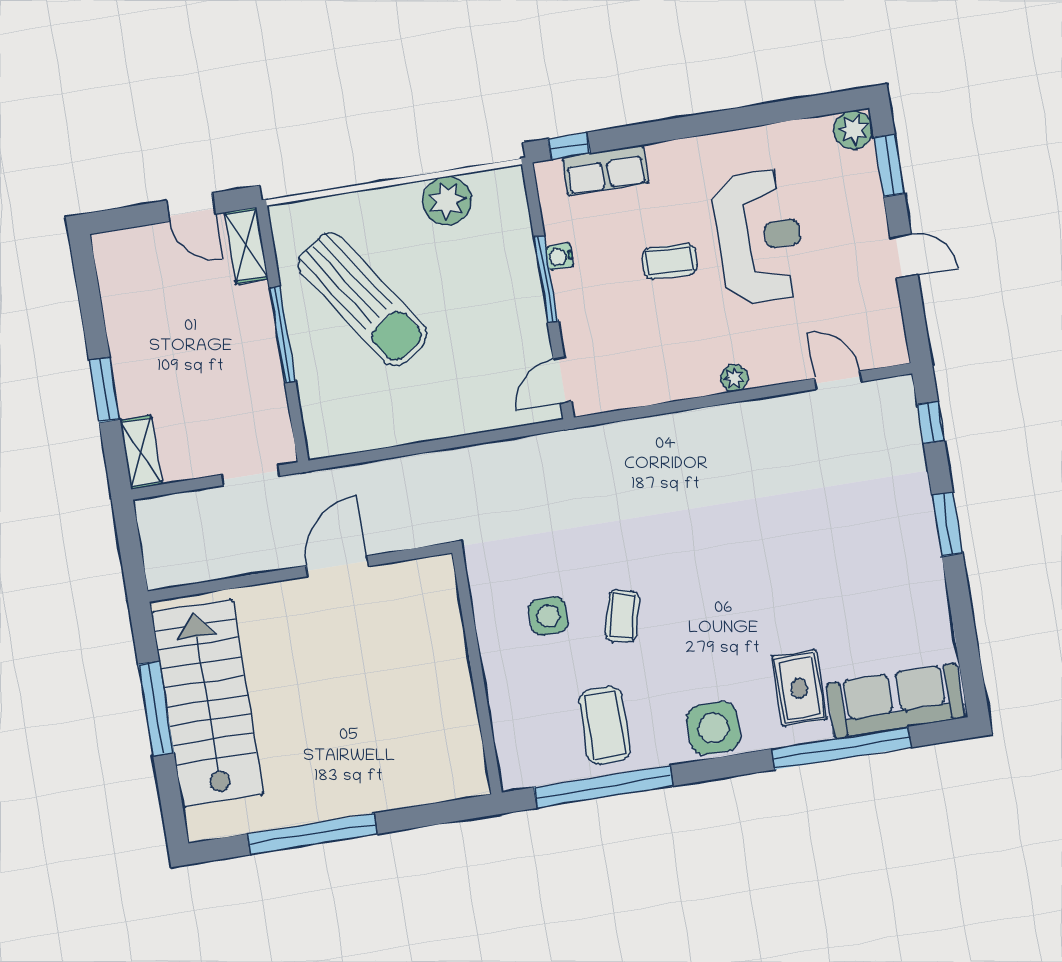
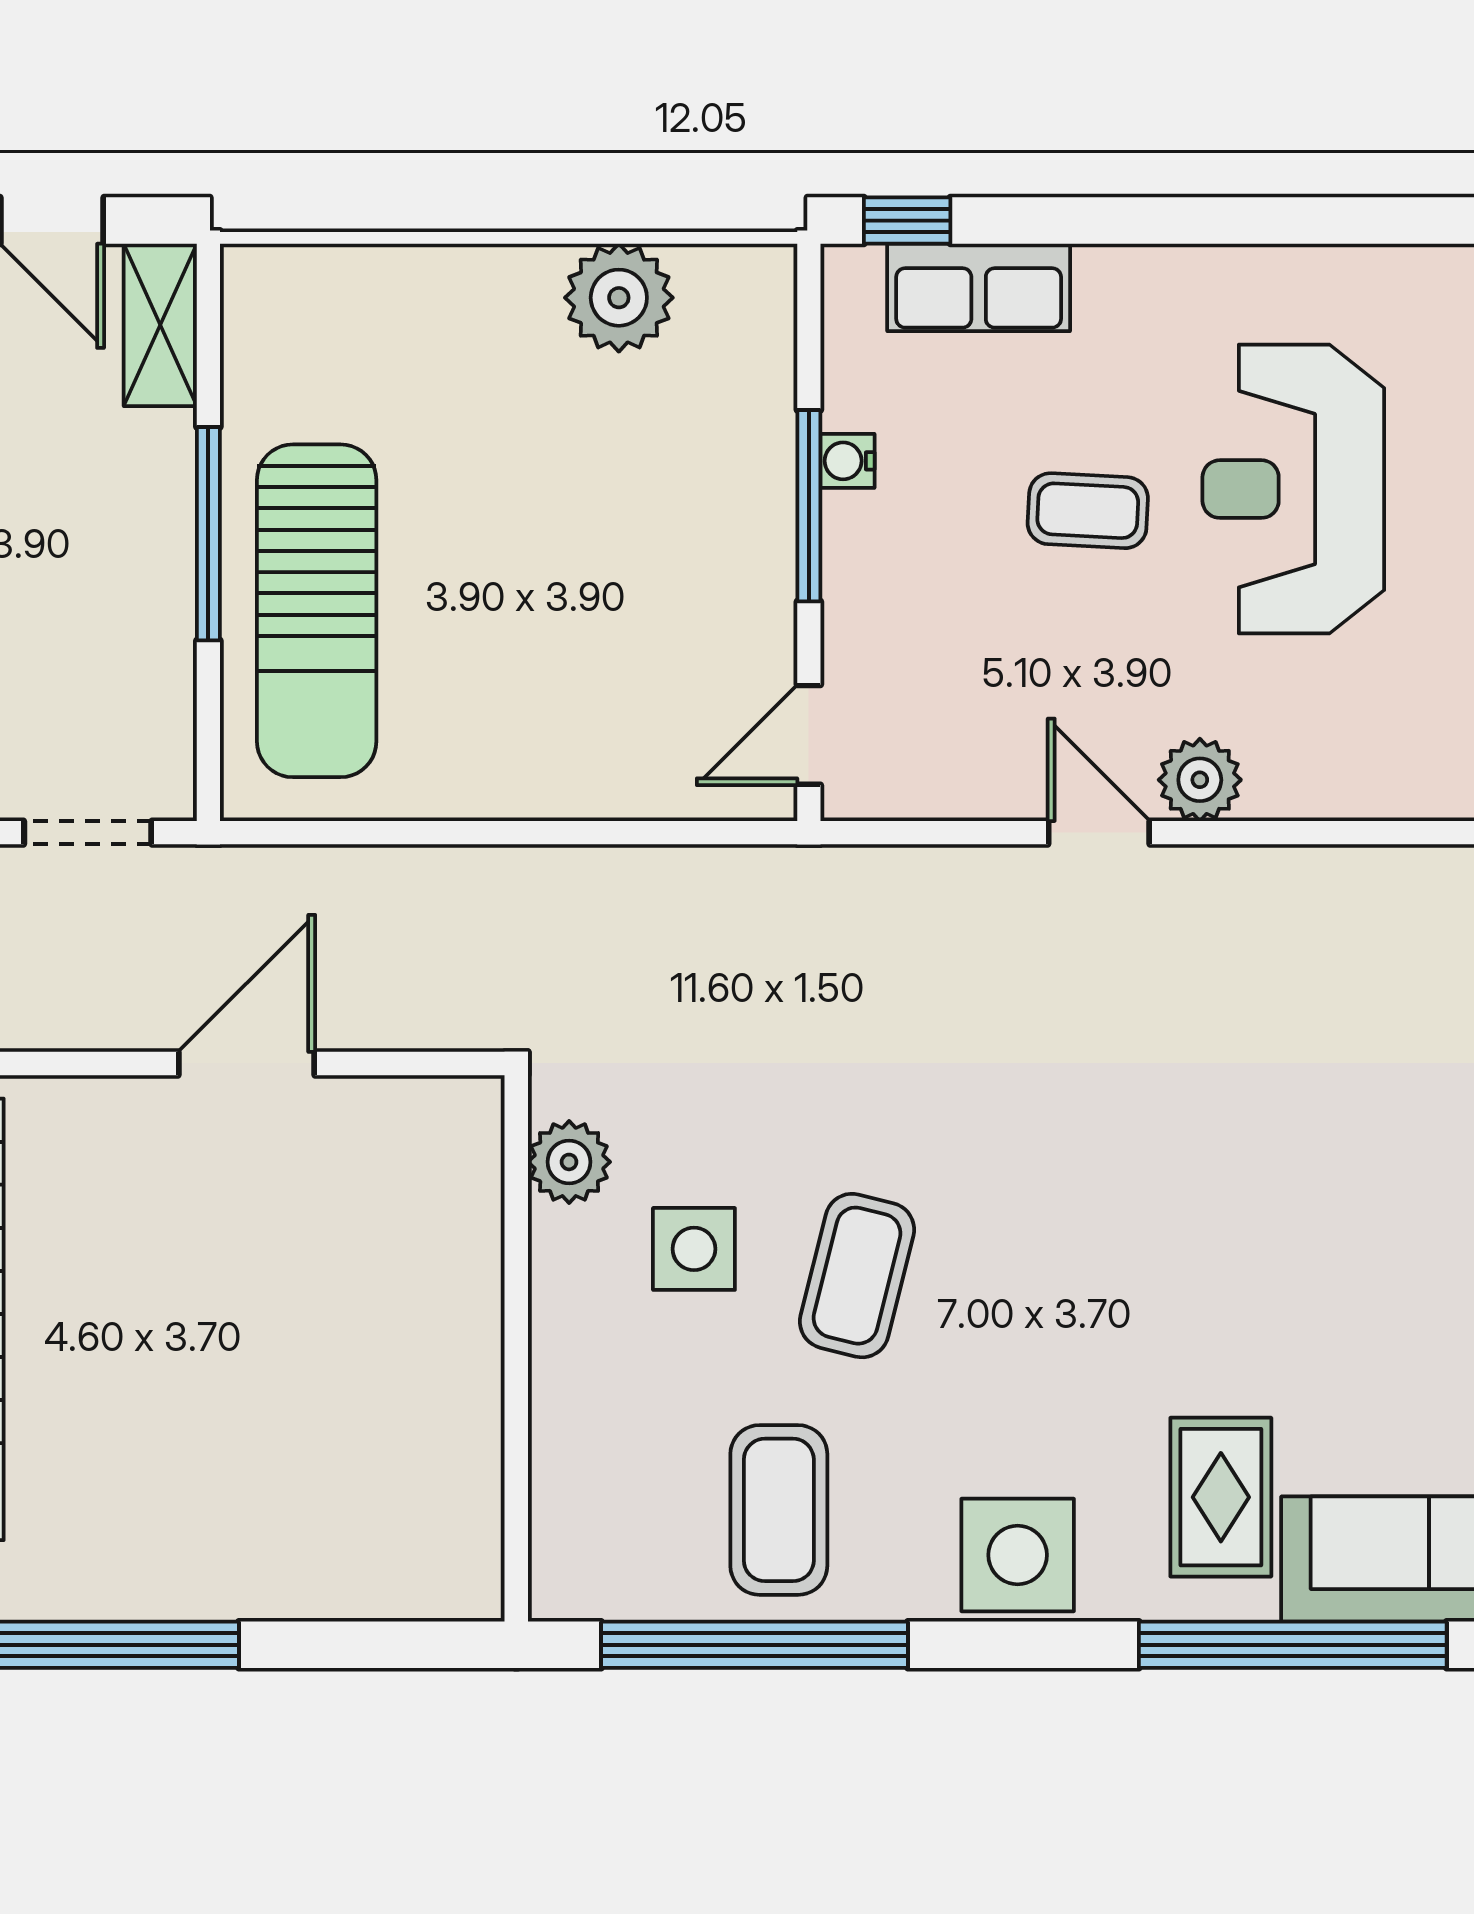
reception desk: (759, 237) -> (1293, 489), turned 180
sun lounger: (363, 299) -> (317, 611), moved, turned 34
plant: (734, 378) -> (1200, 780), width x1.38, depth x1.38
door: (838, 380) -> (1099, 833), moved
plant: (487, 586) -> (569, 1162), added
coffee table: (622, 616) -> (857, 1276), width x1.36, depth x1.30

